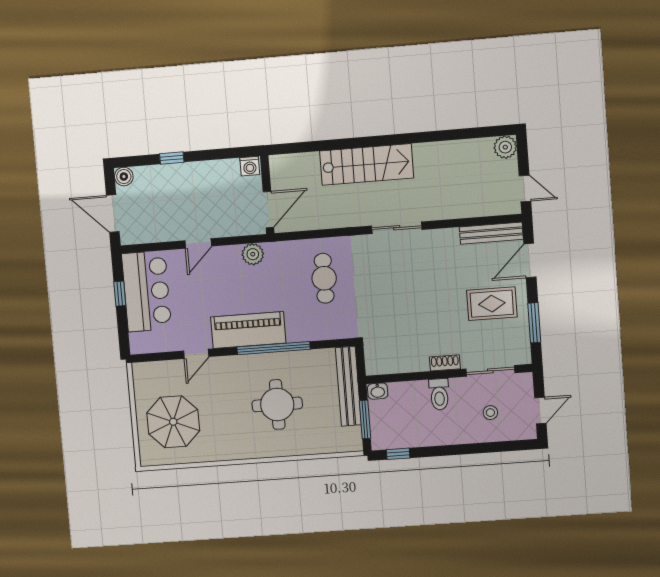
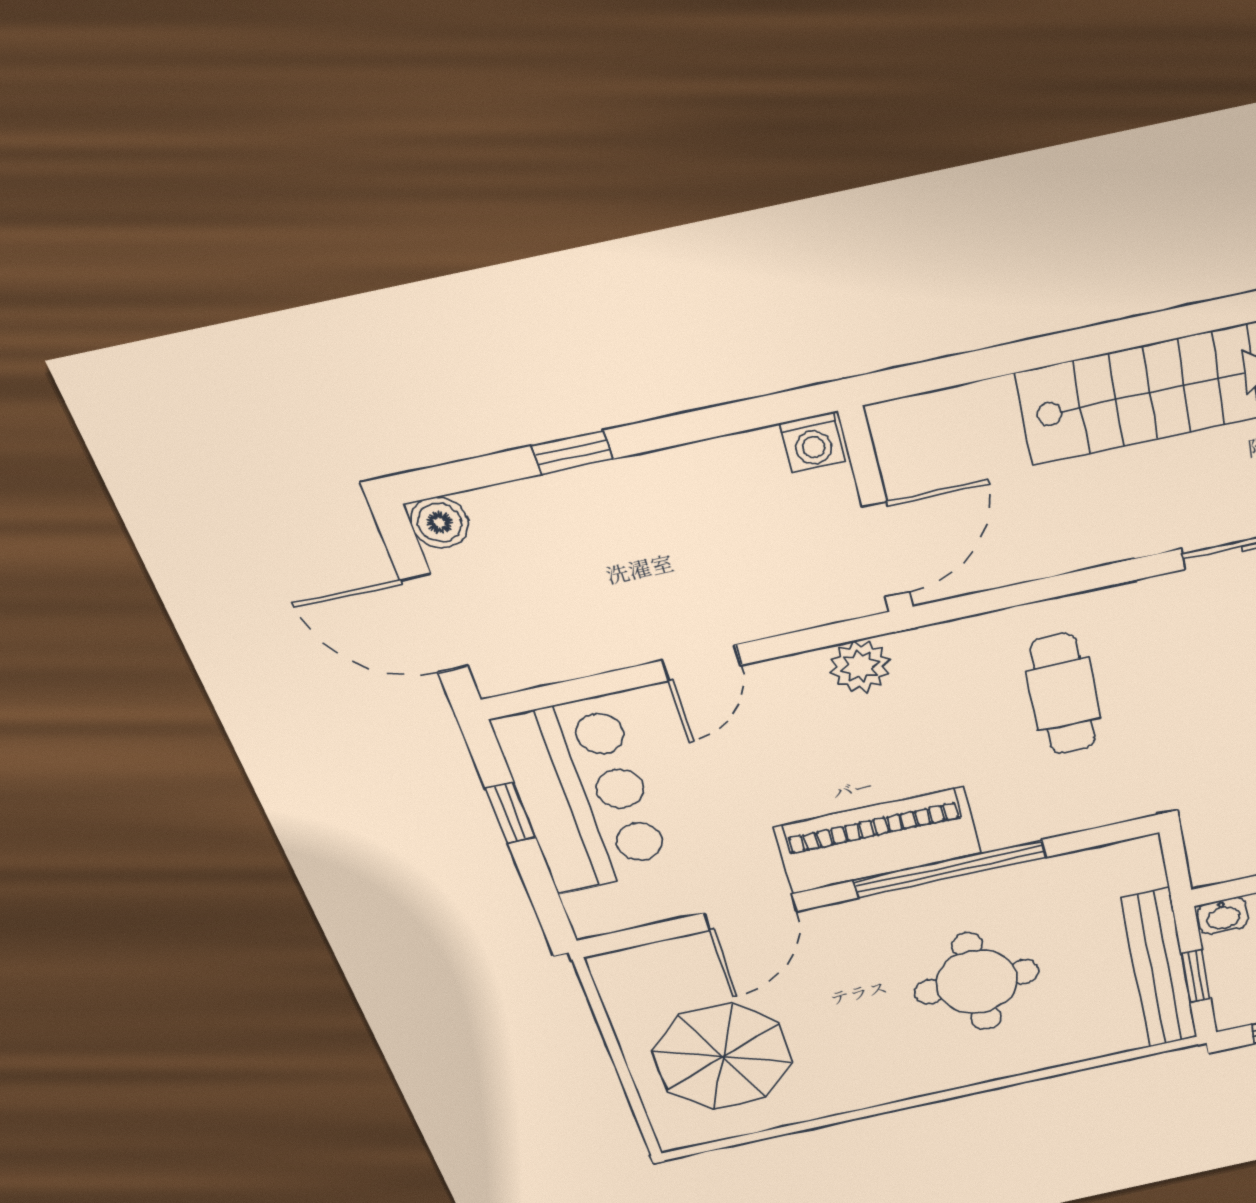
door: (196, 354) -> (750, 912), width x1.38
bench: (348, 386) -> (1160, 969), moved
window: (365, 419) -> (1196, 976), width x0.67

